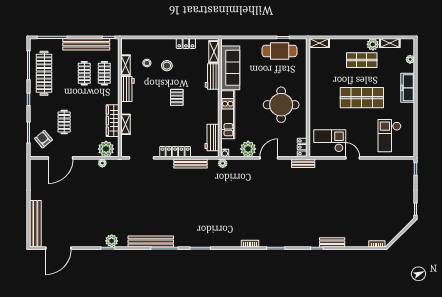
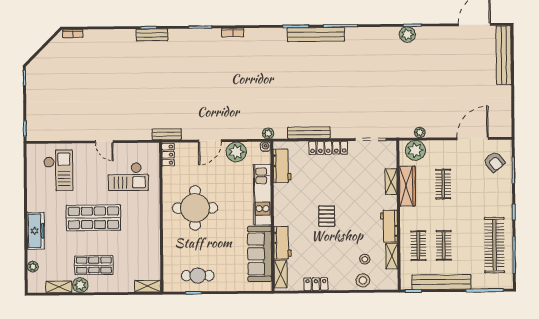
cafe table: (280, 51) -> (198, 276), width x0.73, depth x0.74
stool: (167, 66) -> (363, 280), moved
clothes rail: (64, 122) -> (443, 184), moved
checkout: (330, 141) -> (128, 177), moved
bench: (151, 241) -> (316, 35), moved
bench: (332, 242) -> (152, 35), moved

